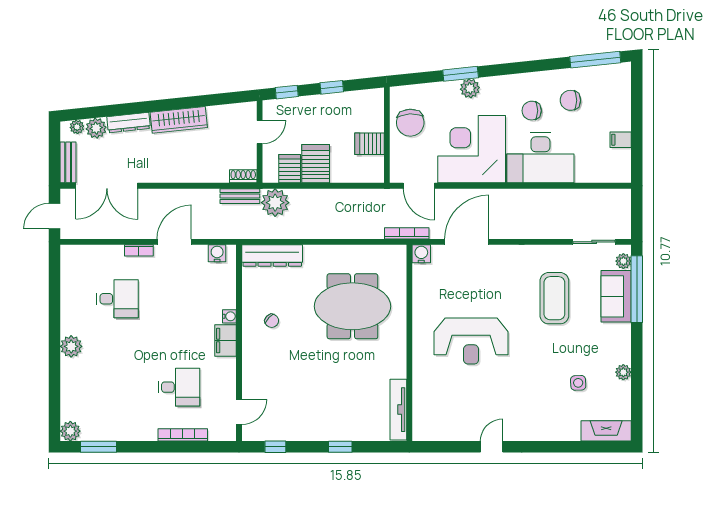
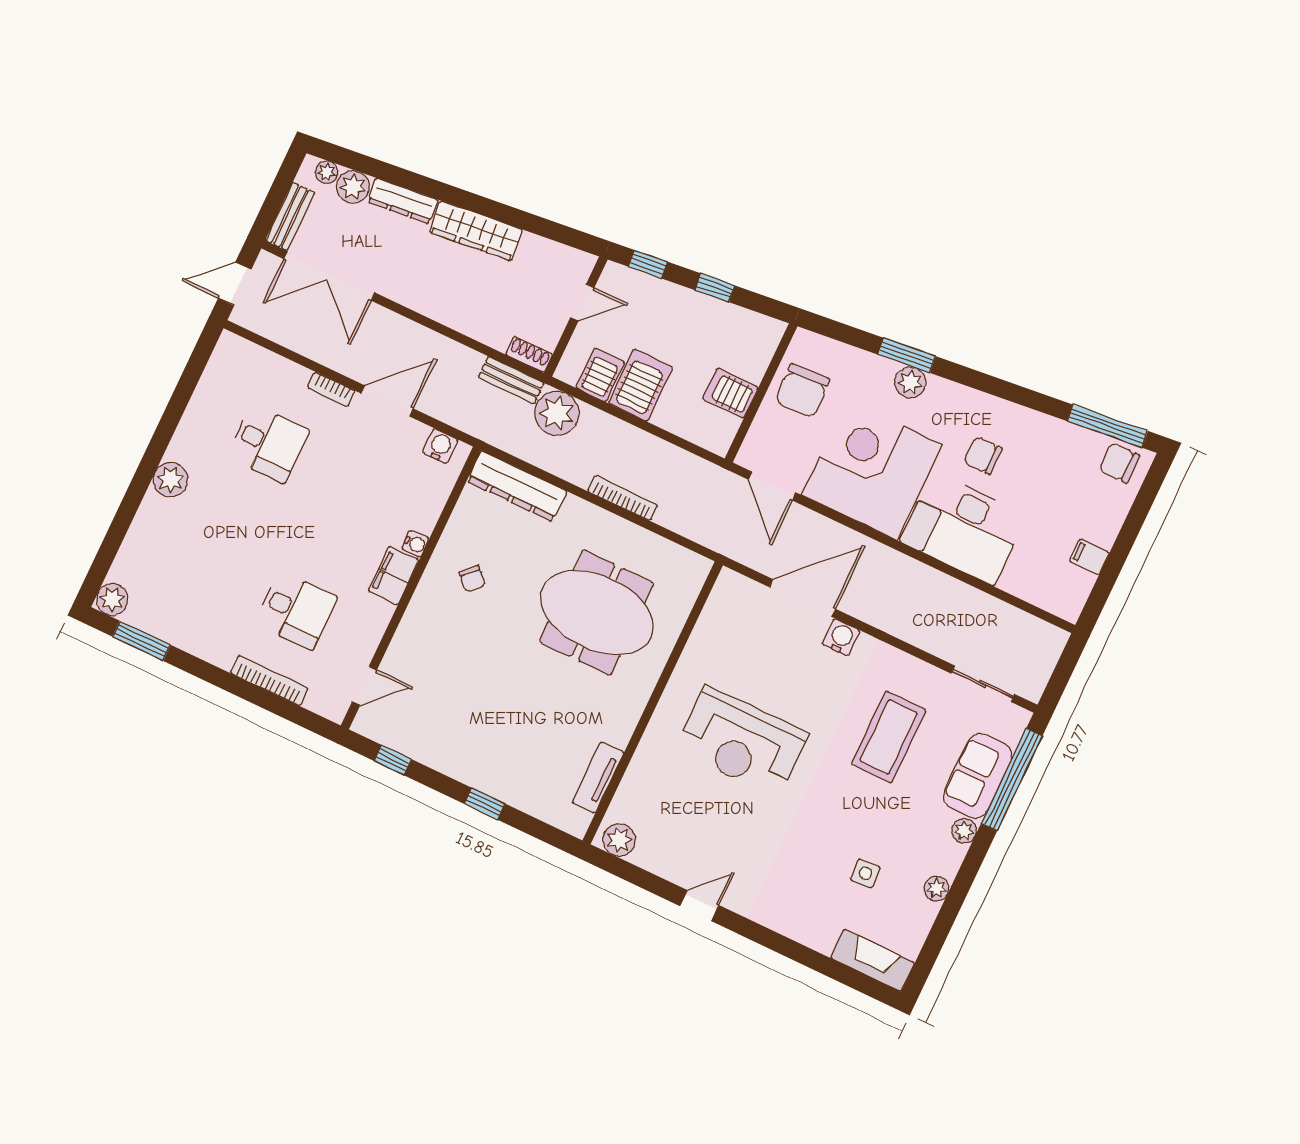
chair: (570, 100) -> (1119, 463), moved
bookcase: (407, 233) -> (623, 498), moved
water cooler: (421, 254) -> (841, 637), moved
plant: (623, 261) -> (964, 831), moved
tv unit: (398, 410) -> (598, 777), width x0.71
plant: (428, 431) -> (619, 840), added

